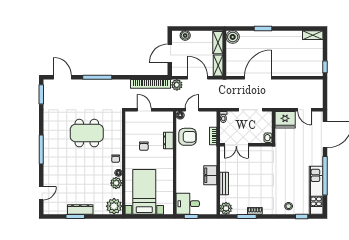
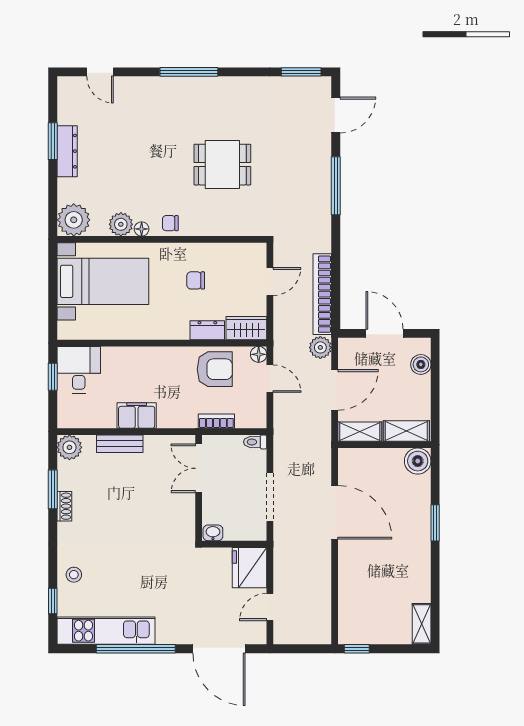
wardrobe: (167, 121) -> (246, 328), added
dining table: (87, 133) -> (222, 165), width x0.73
armchair: (187, 137) -> (215, 369), turned -90

